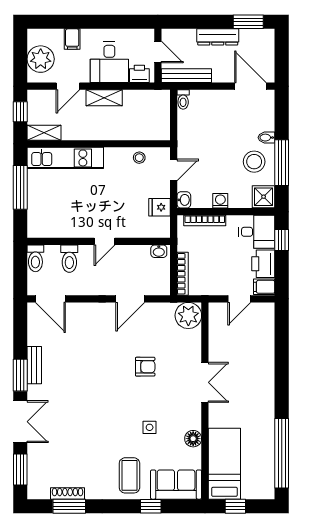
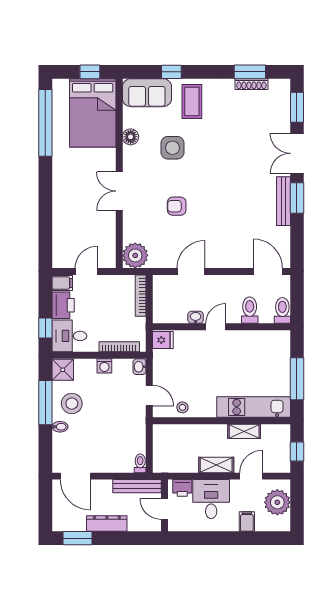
shelving: (44, 133) -> (244, 431), moved
door: (174, 170) -> (149, 396), swing flipped
fridge: (159, 207) -> (163, 340), moved
washbasin: (159, 251) -> (196, 317), moved
bench: (34, 365) -> (283, 201), width x1.36
side table: (150, 427) -> (173, 148), width x1.87, depth x1.87
bed: (224, 464) -> (93, 113), width x1.50

